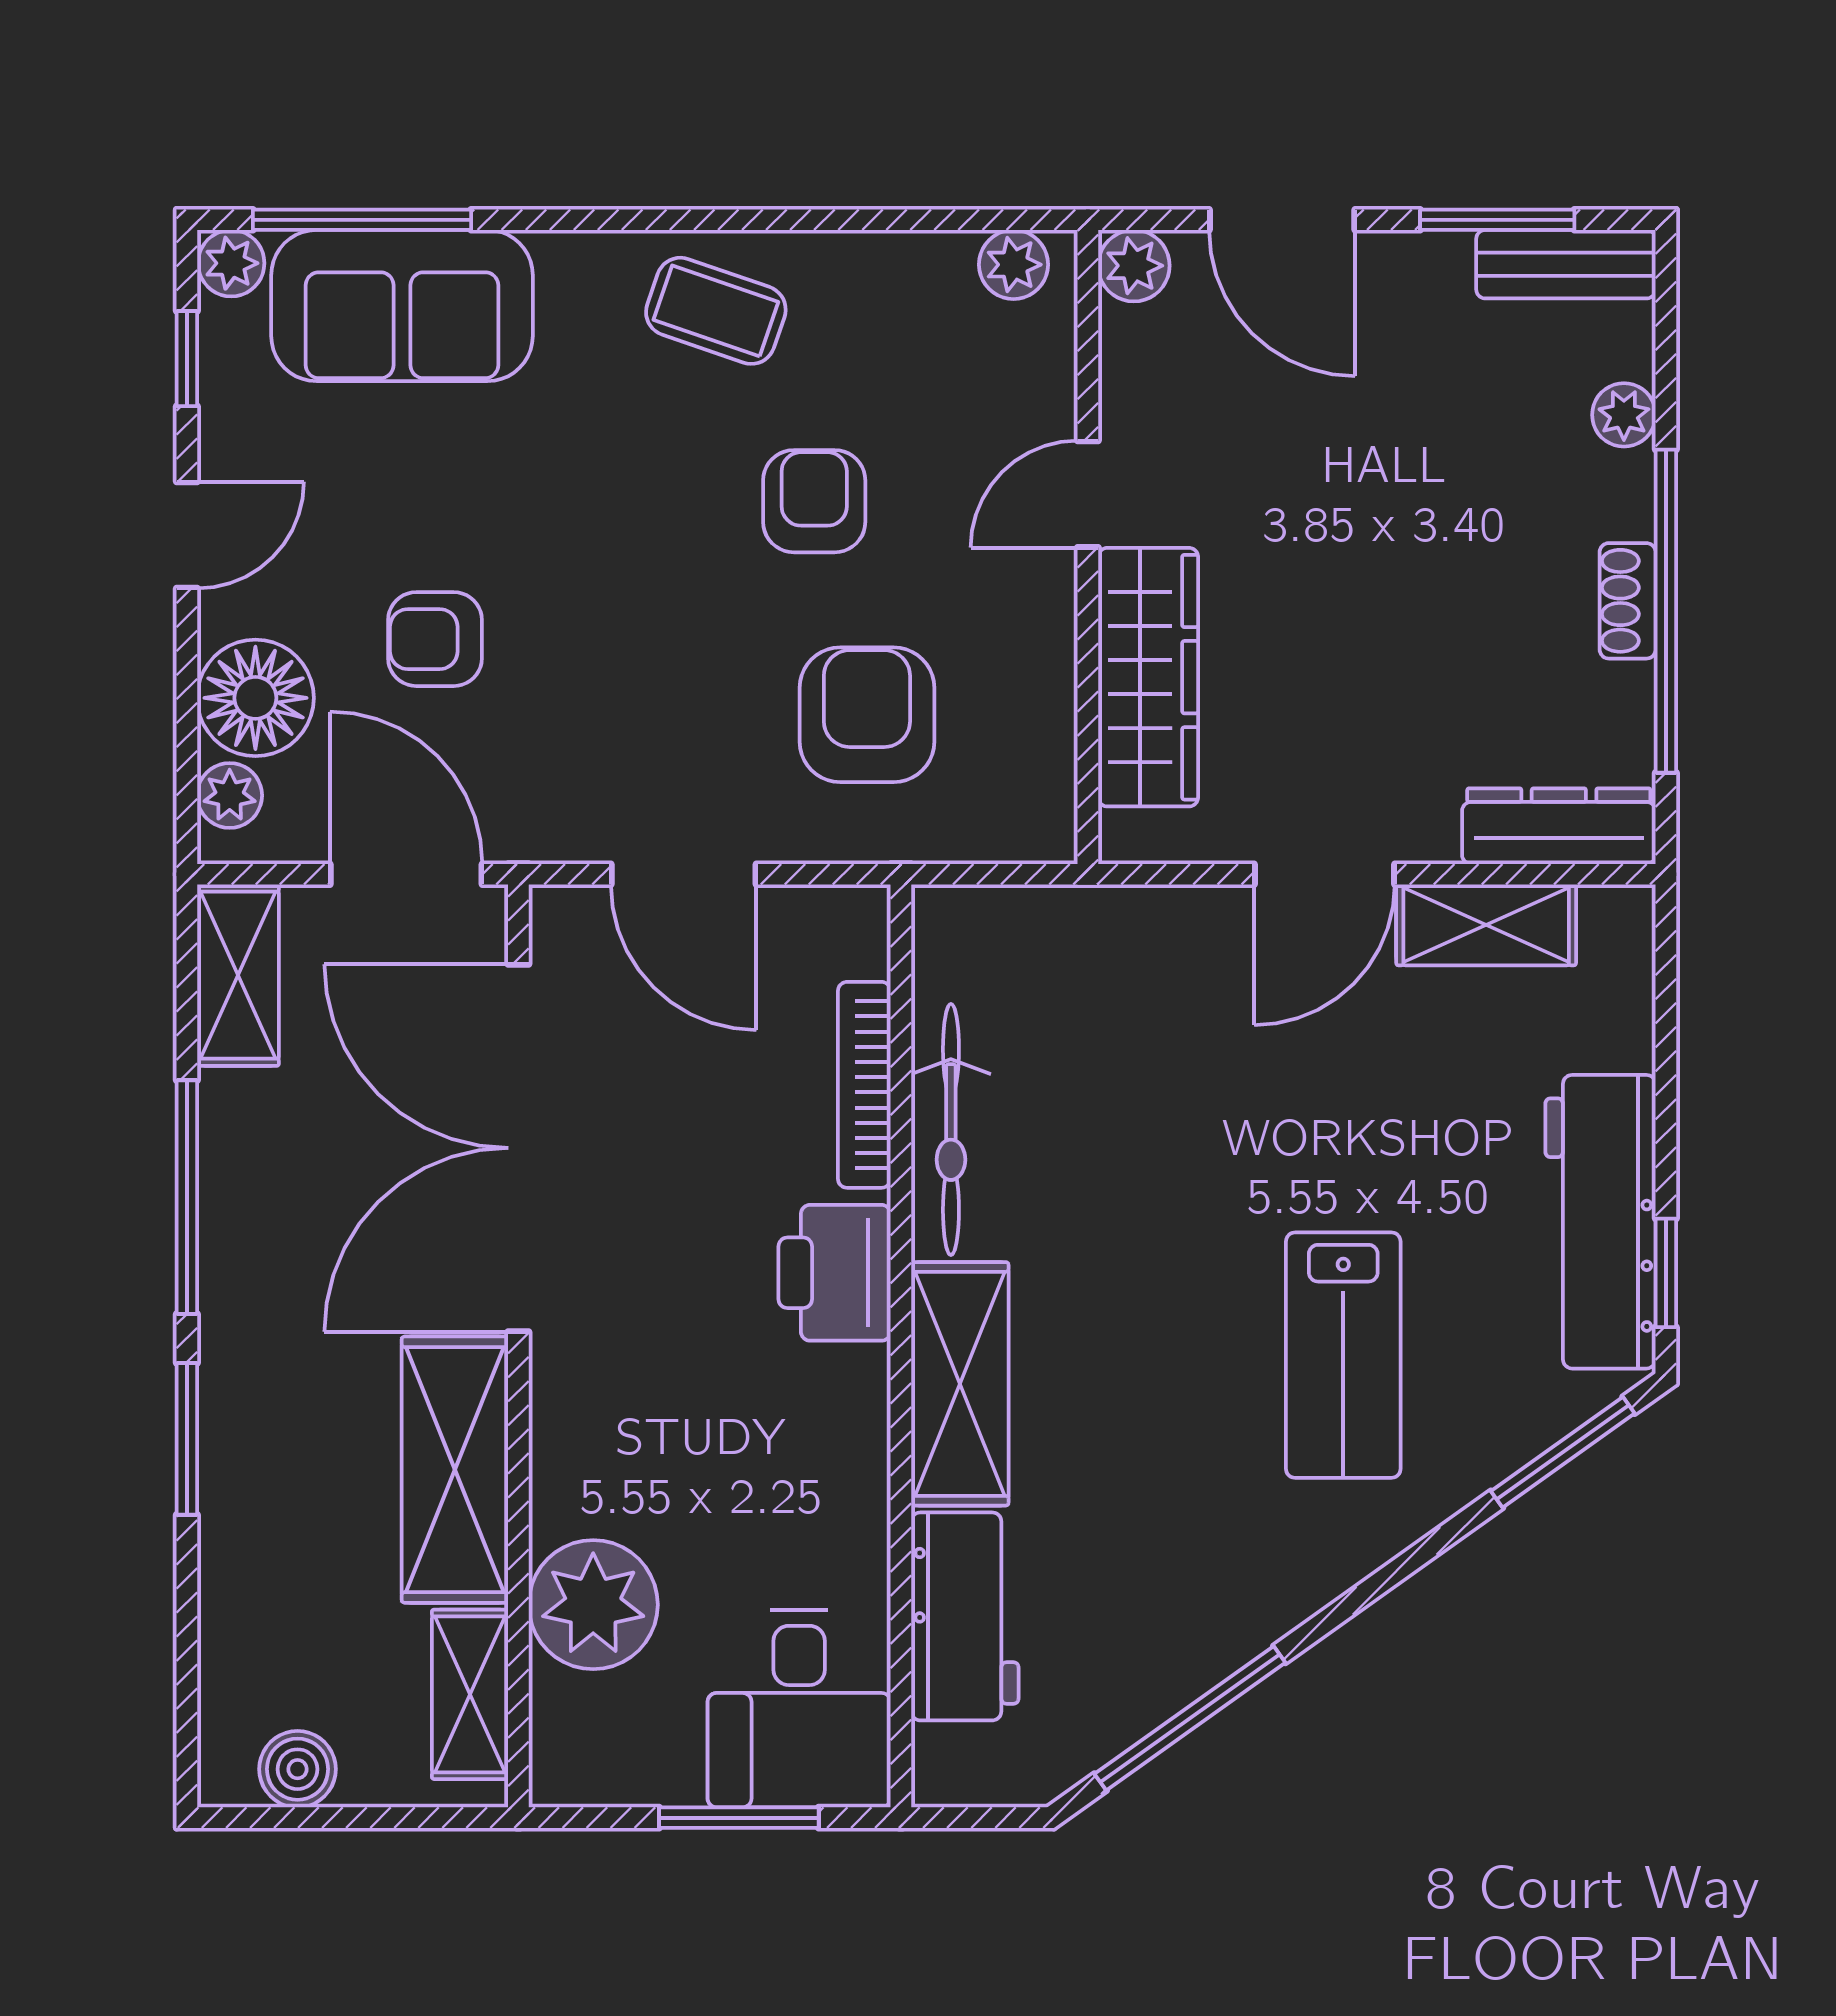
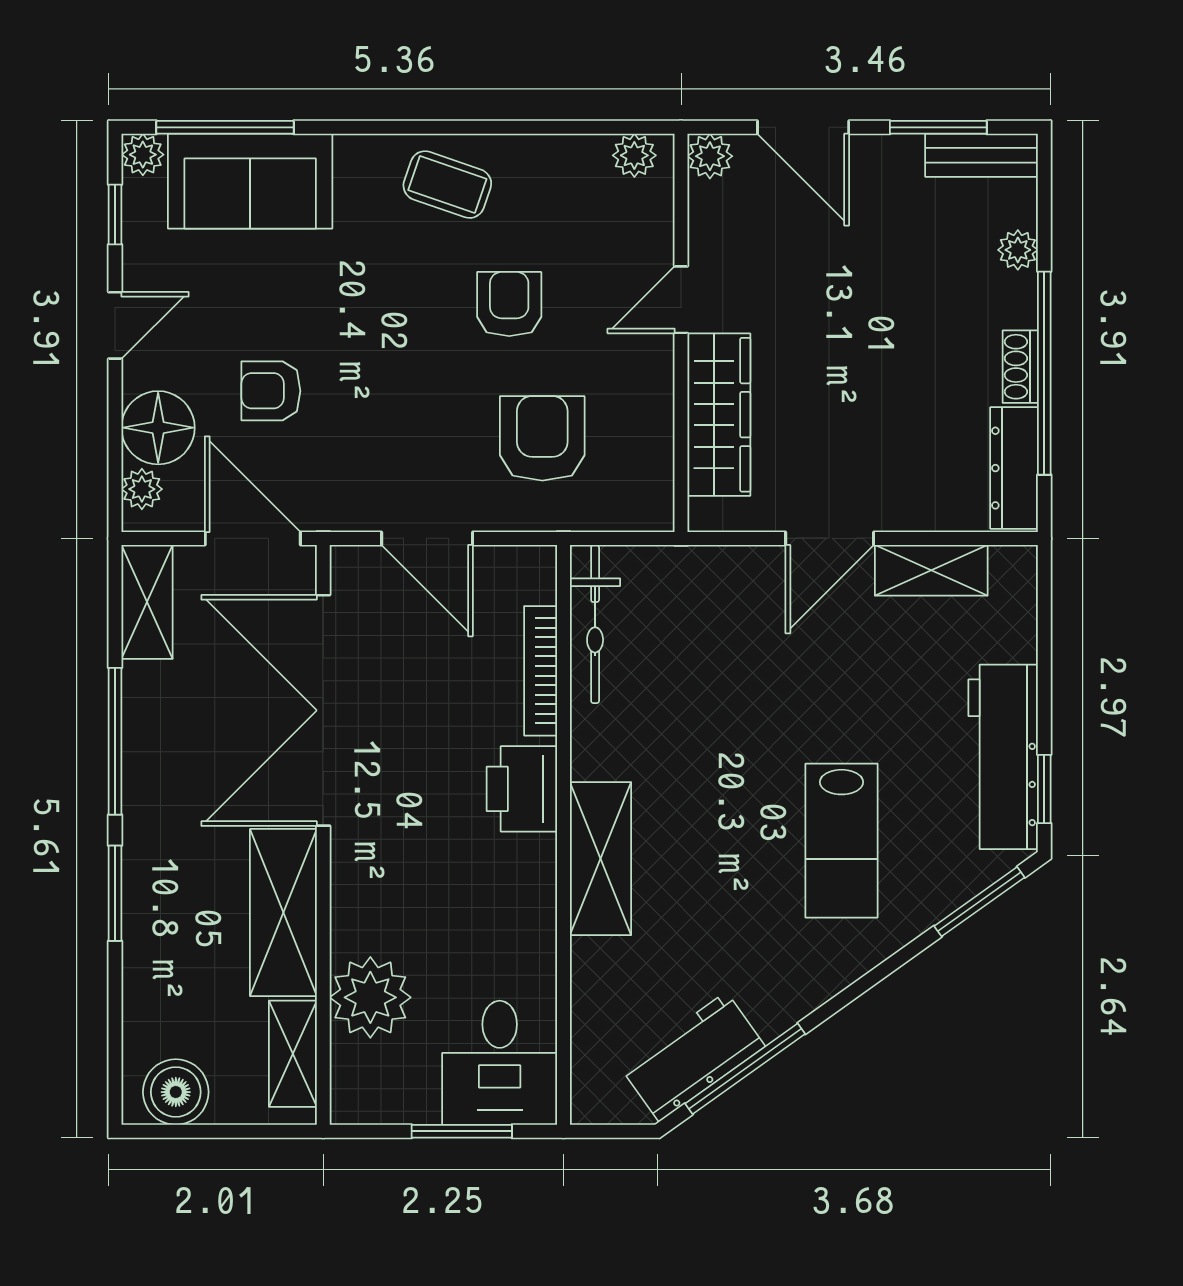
dresser: (1559, 826) -> (1014, 468), moved, turned -90
bicycle: (951, 1129) -> (595, 624), moved
workbench: (965, 1616) -> (693, 1057), moved, turned -126
boiler: (298, 1769) -> (176, 1092), width x1.36, depth x1.36

